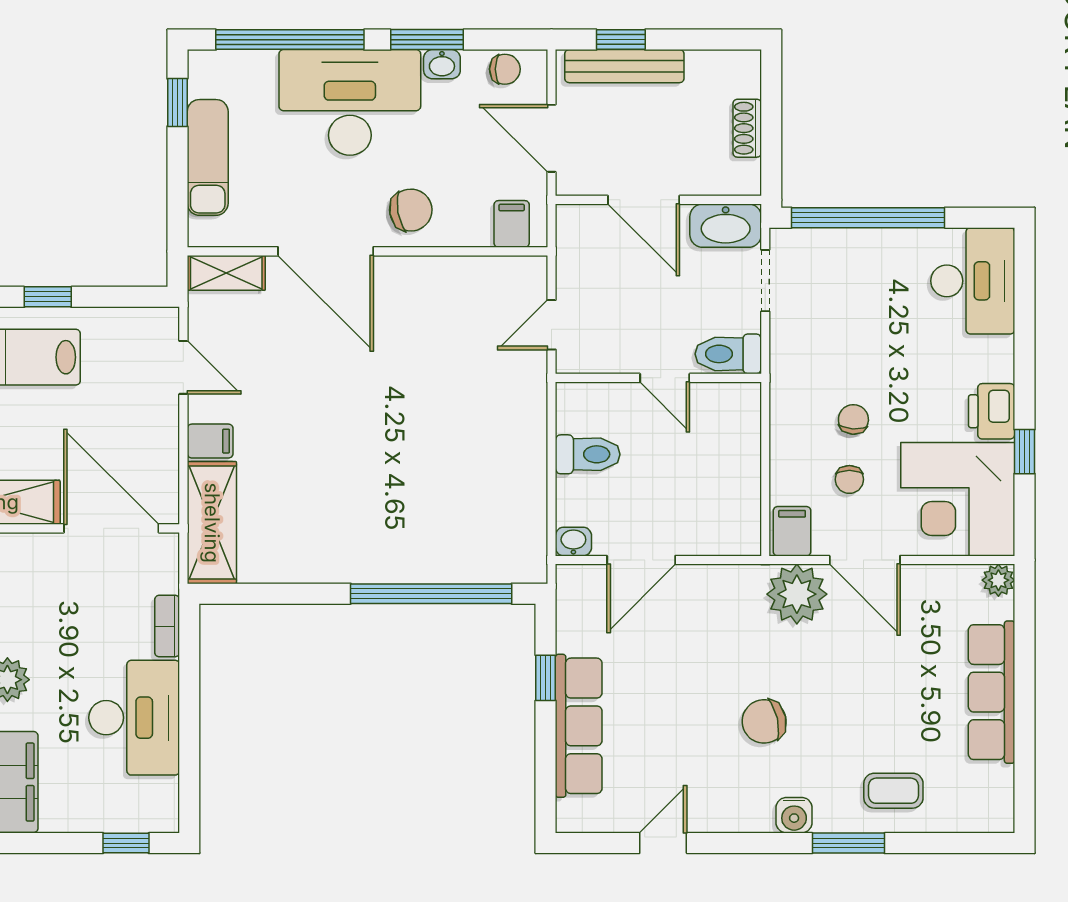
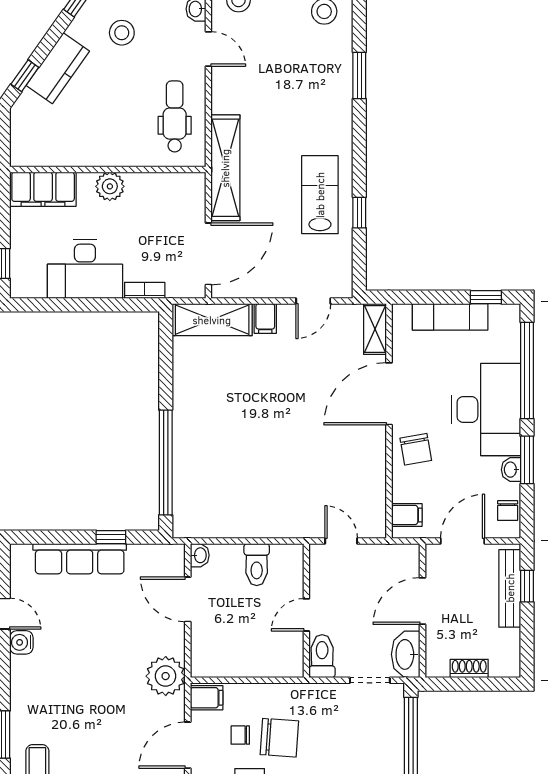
chair: (853, 419) -> (279, 738), width x1.87, depth x1.87
plant: (797, 594) -> (166, 676), moved
chair: (764, 721) -> (83, 680), removed
water cooler: (794, 815) -> (21, 642), moved

